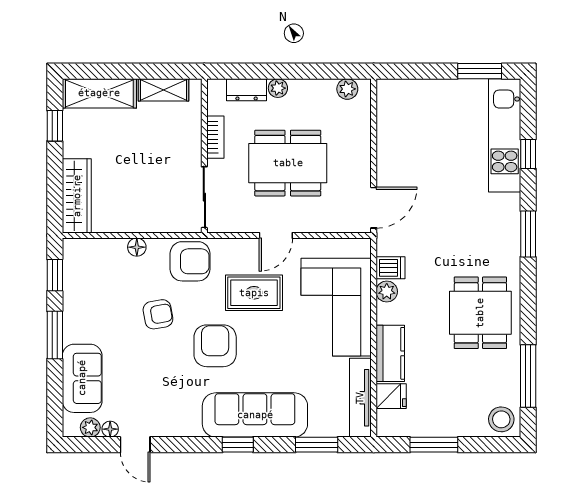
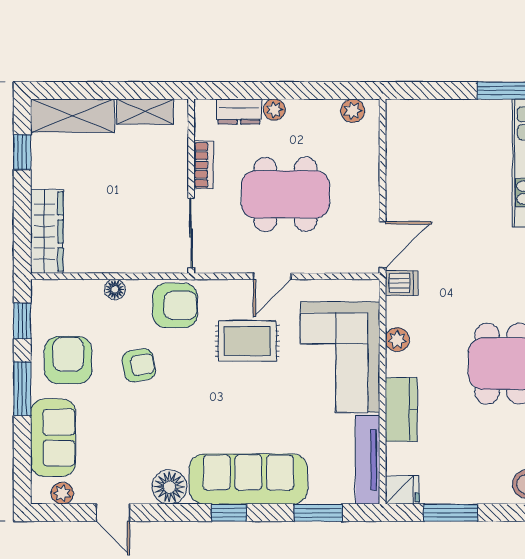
dishwasher: (390, 268) -> (402, 283), moved
armchair: (215, 346) -> (68, 360), moved
fridge: (391, 396) -> (402, 490), moved
floor lamp: (110, 429) -> (170, 487), moved, width x1.89, depth x1.89

